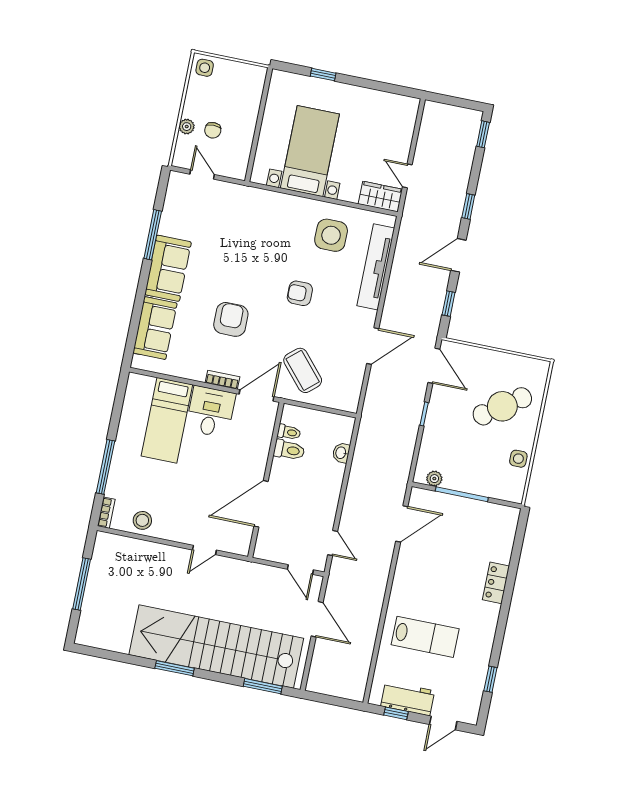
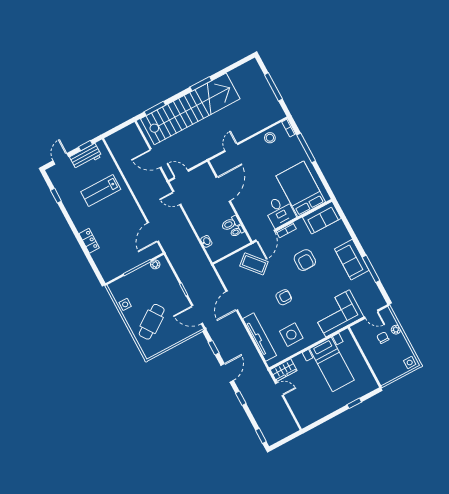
corner sofa: (246, 213) -> (338, 313), added
sofa: (155, 328) -> (322, 218), moved, turned -90
bed: (167, 420) -> (301, 189), width x1.50

